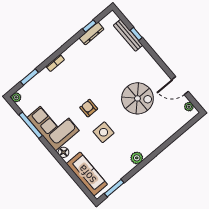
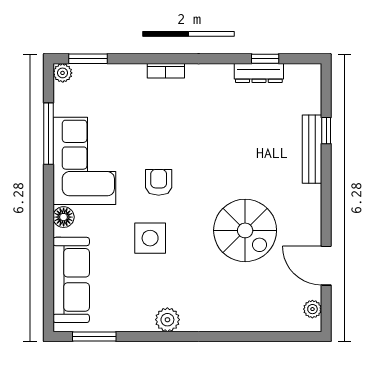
bench: (128, 35) -> (312, 149), moved
window: (29, 77) -> (88, 59), moved

